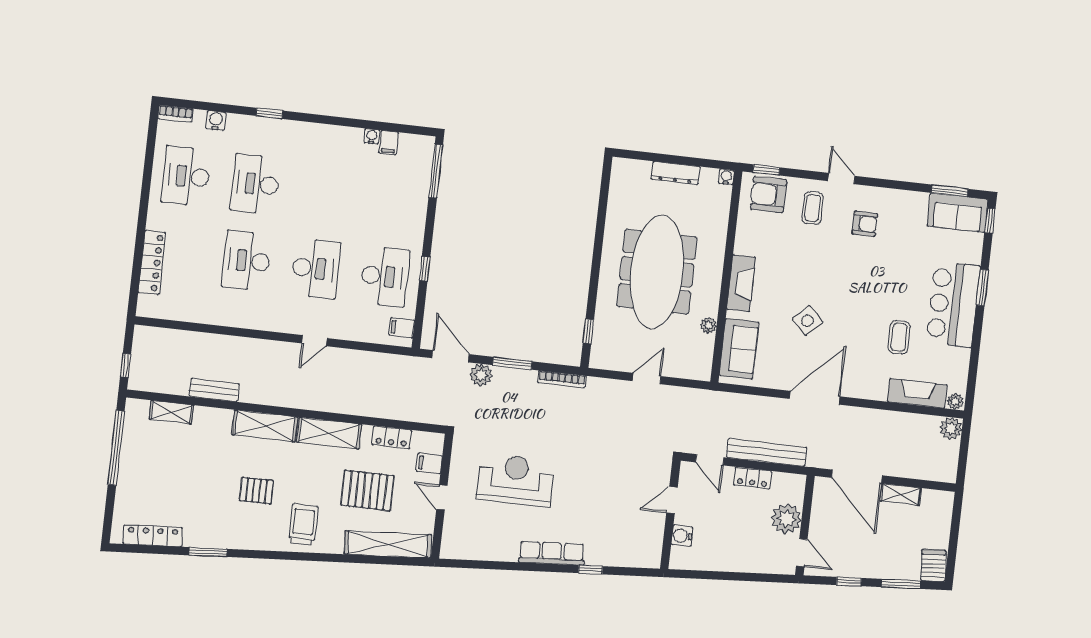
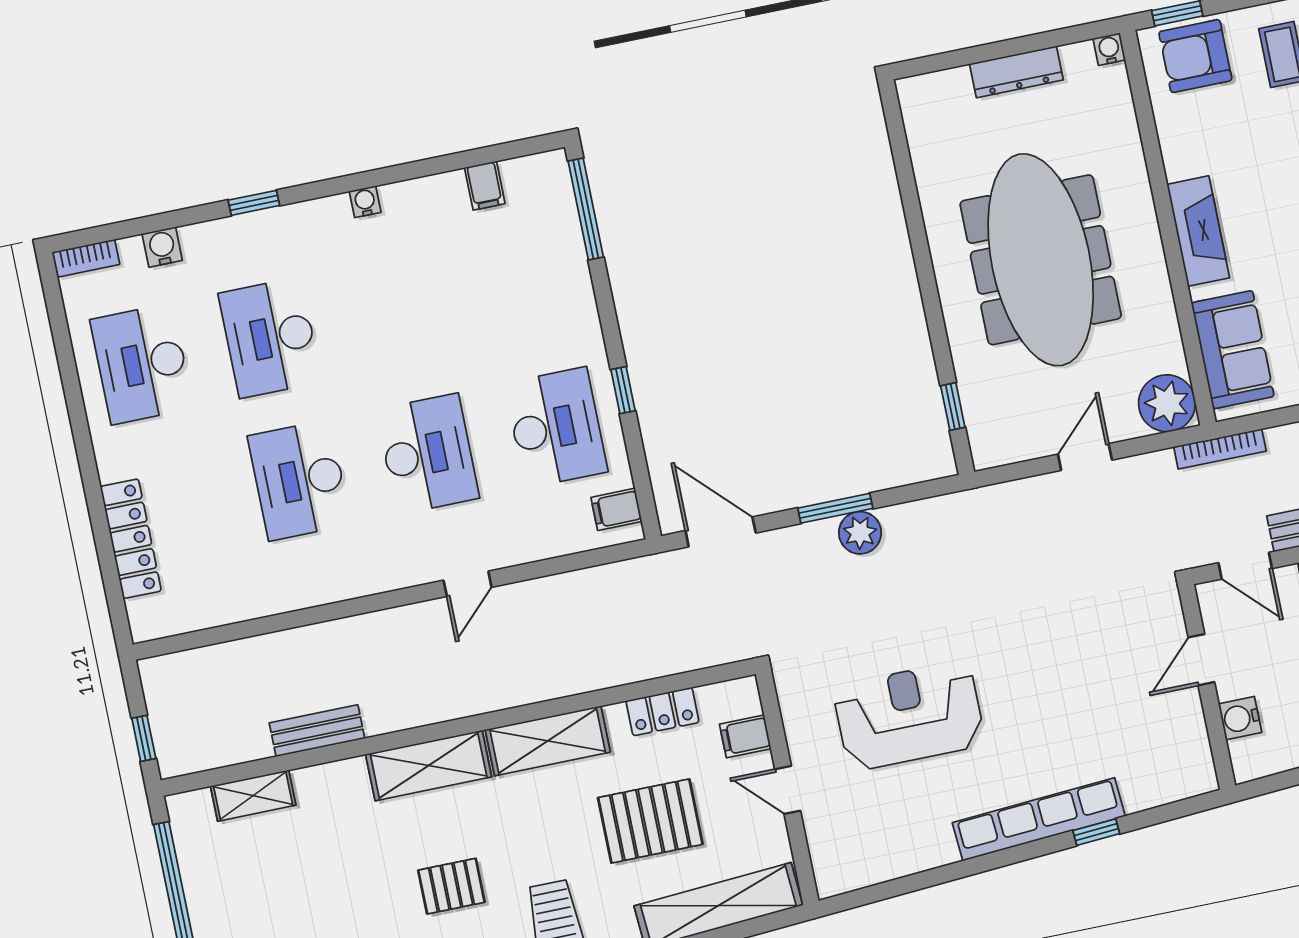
water cooler: (372, 136) -> (365, 202), moved
plant: (709, 325) -> (1167, 403), moved, width x1.88, depth x1.88
plant: (481, 375) -> (860, 533), moved
bookcase: (562, 379) -> (1220, 449), moved
row of seats: (552, 553) -> (1039, 819), width x1.36

